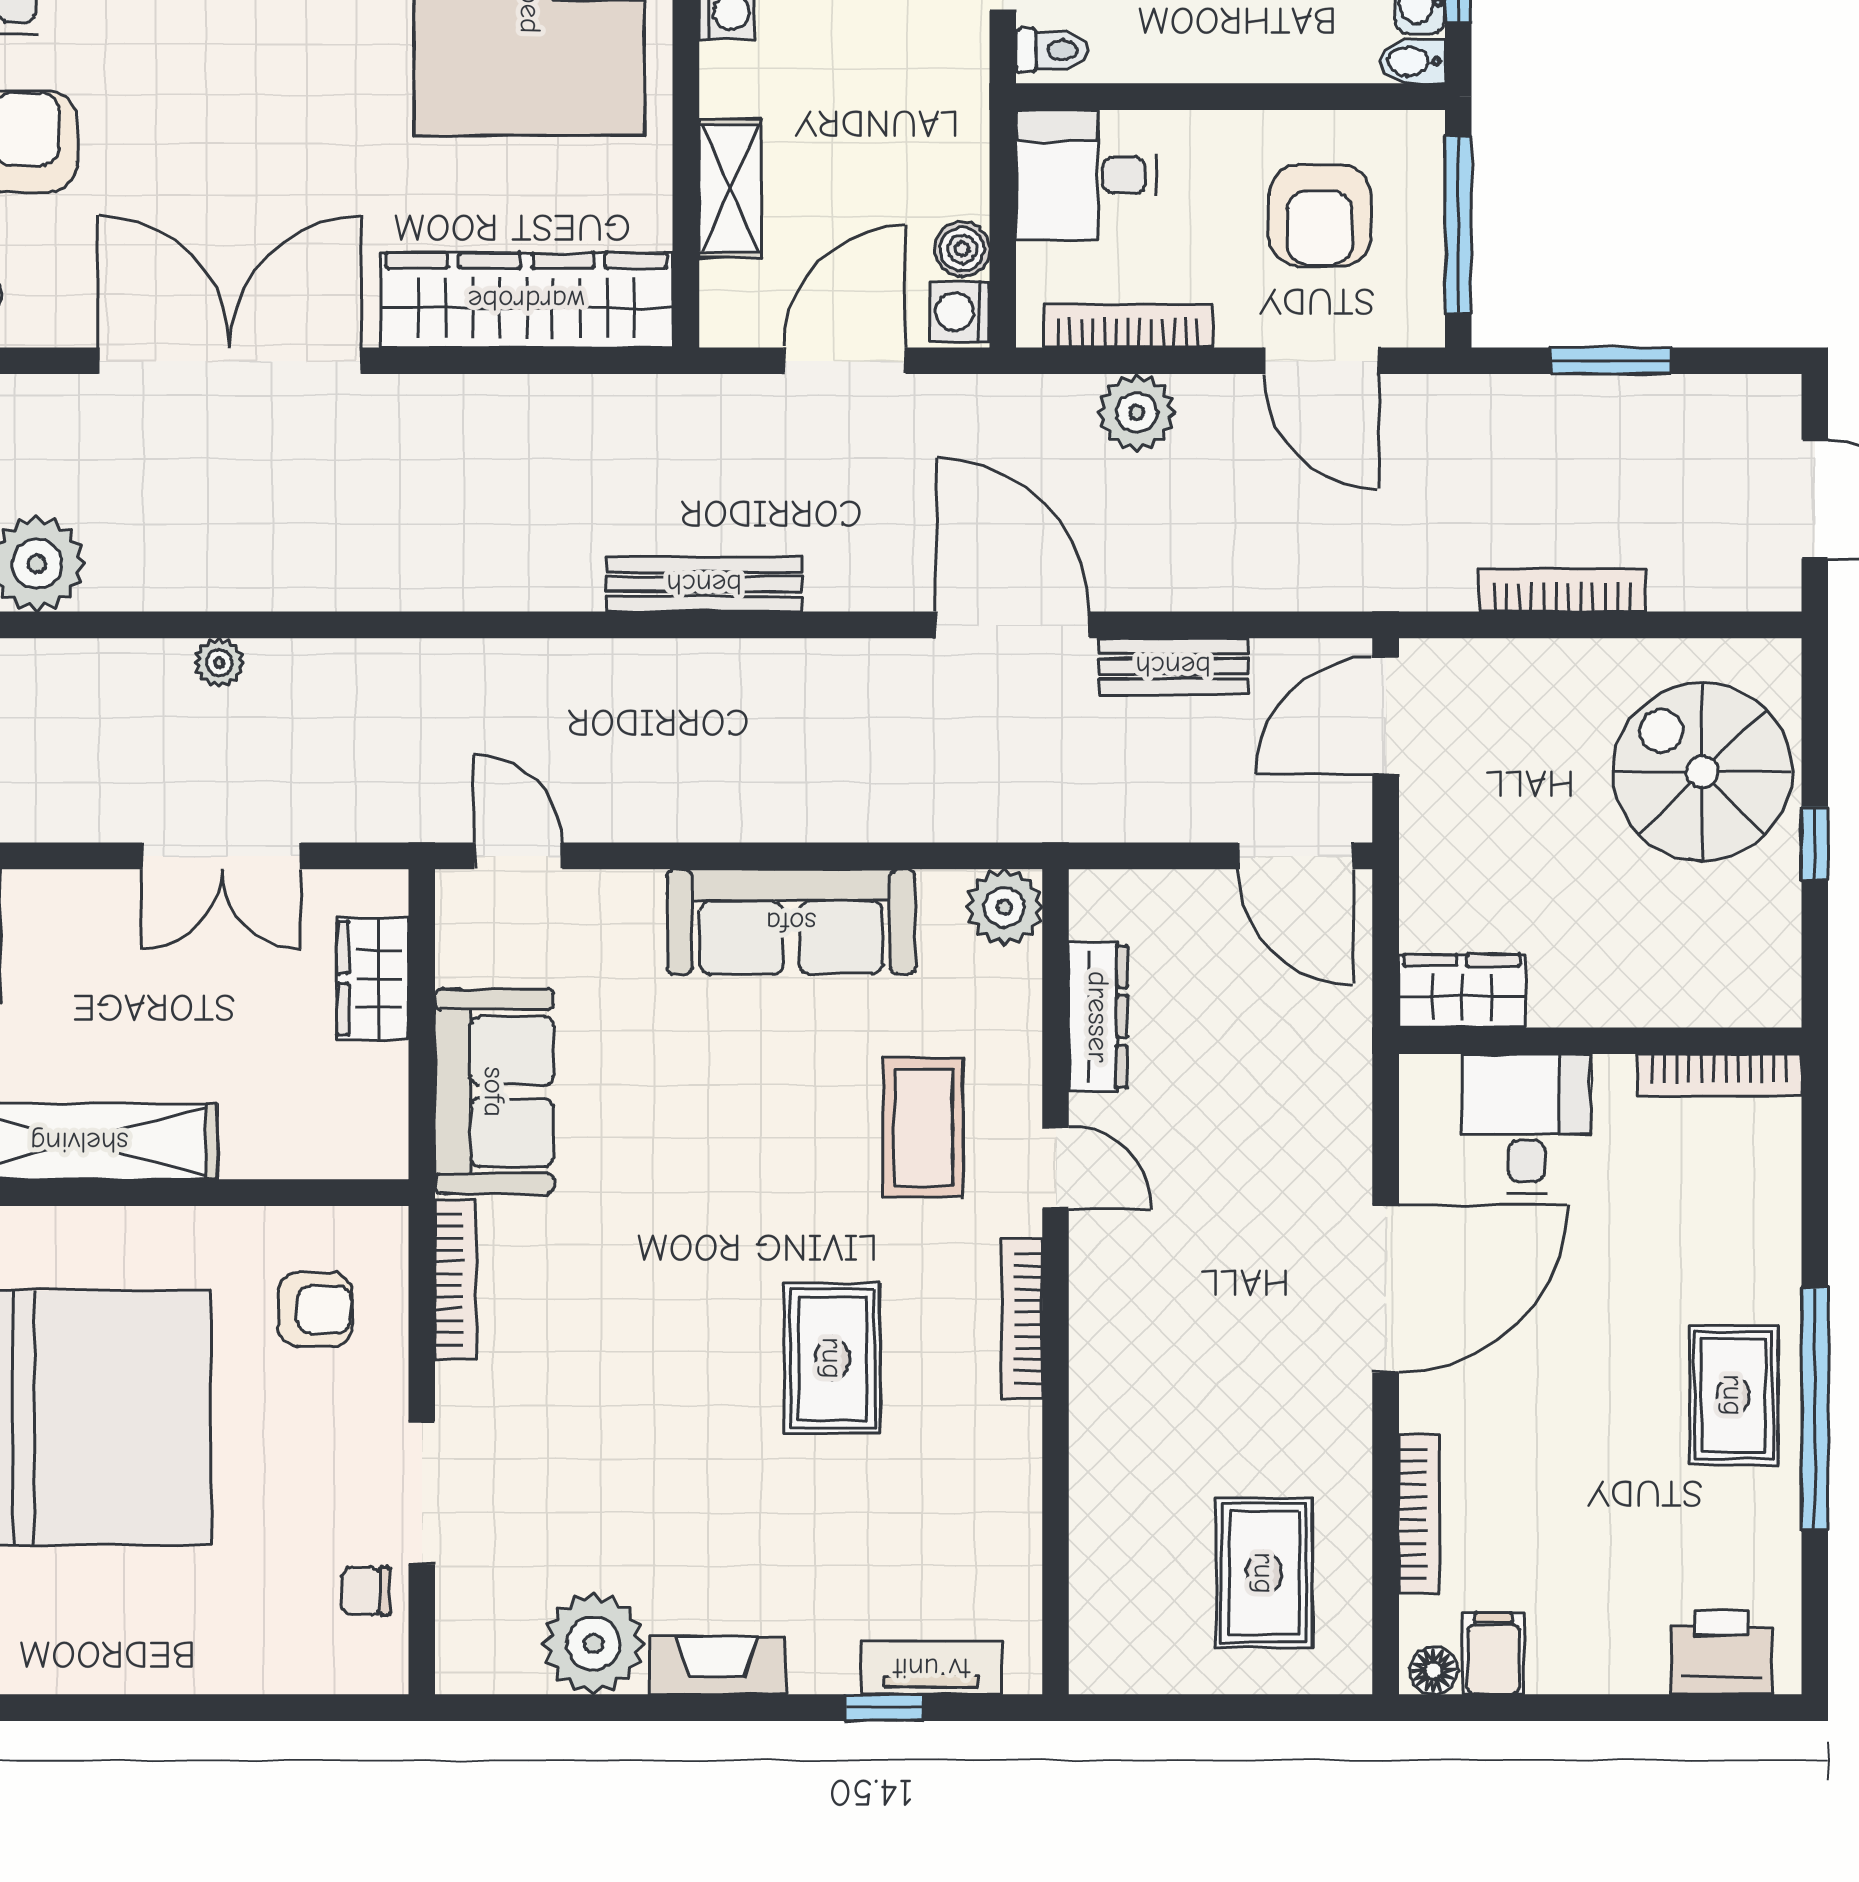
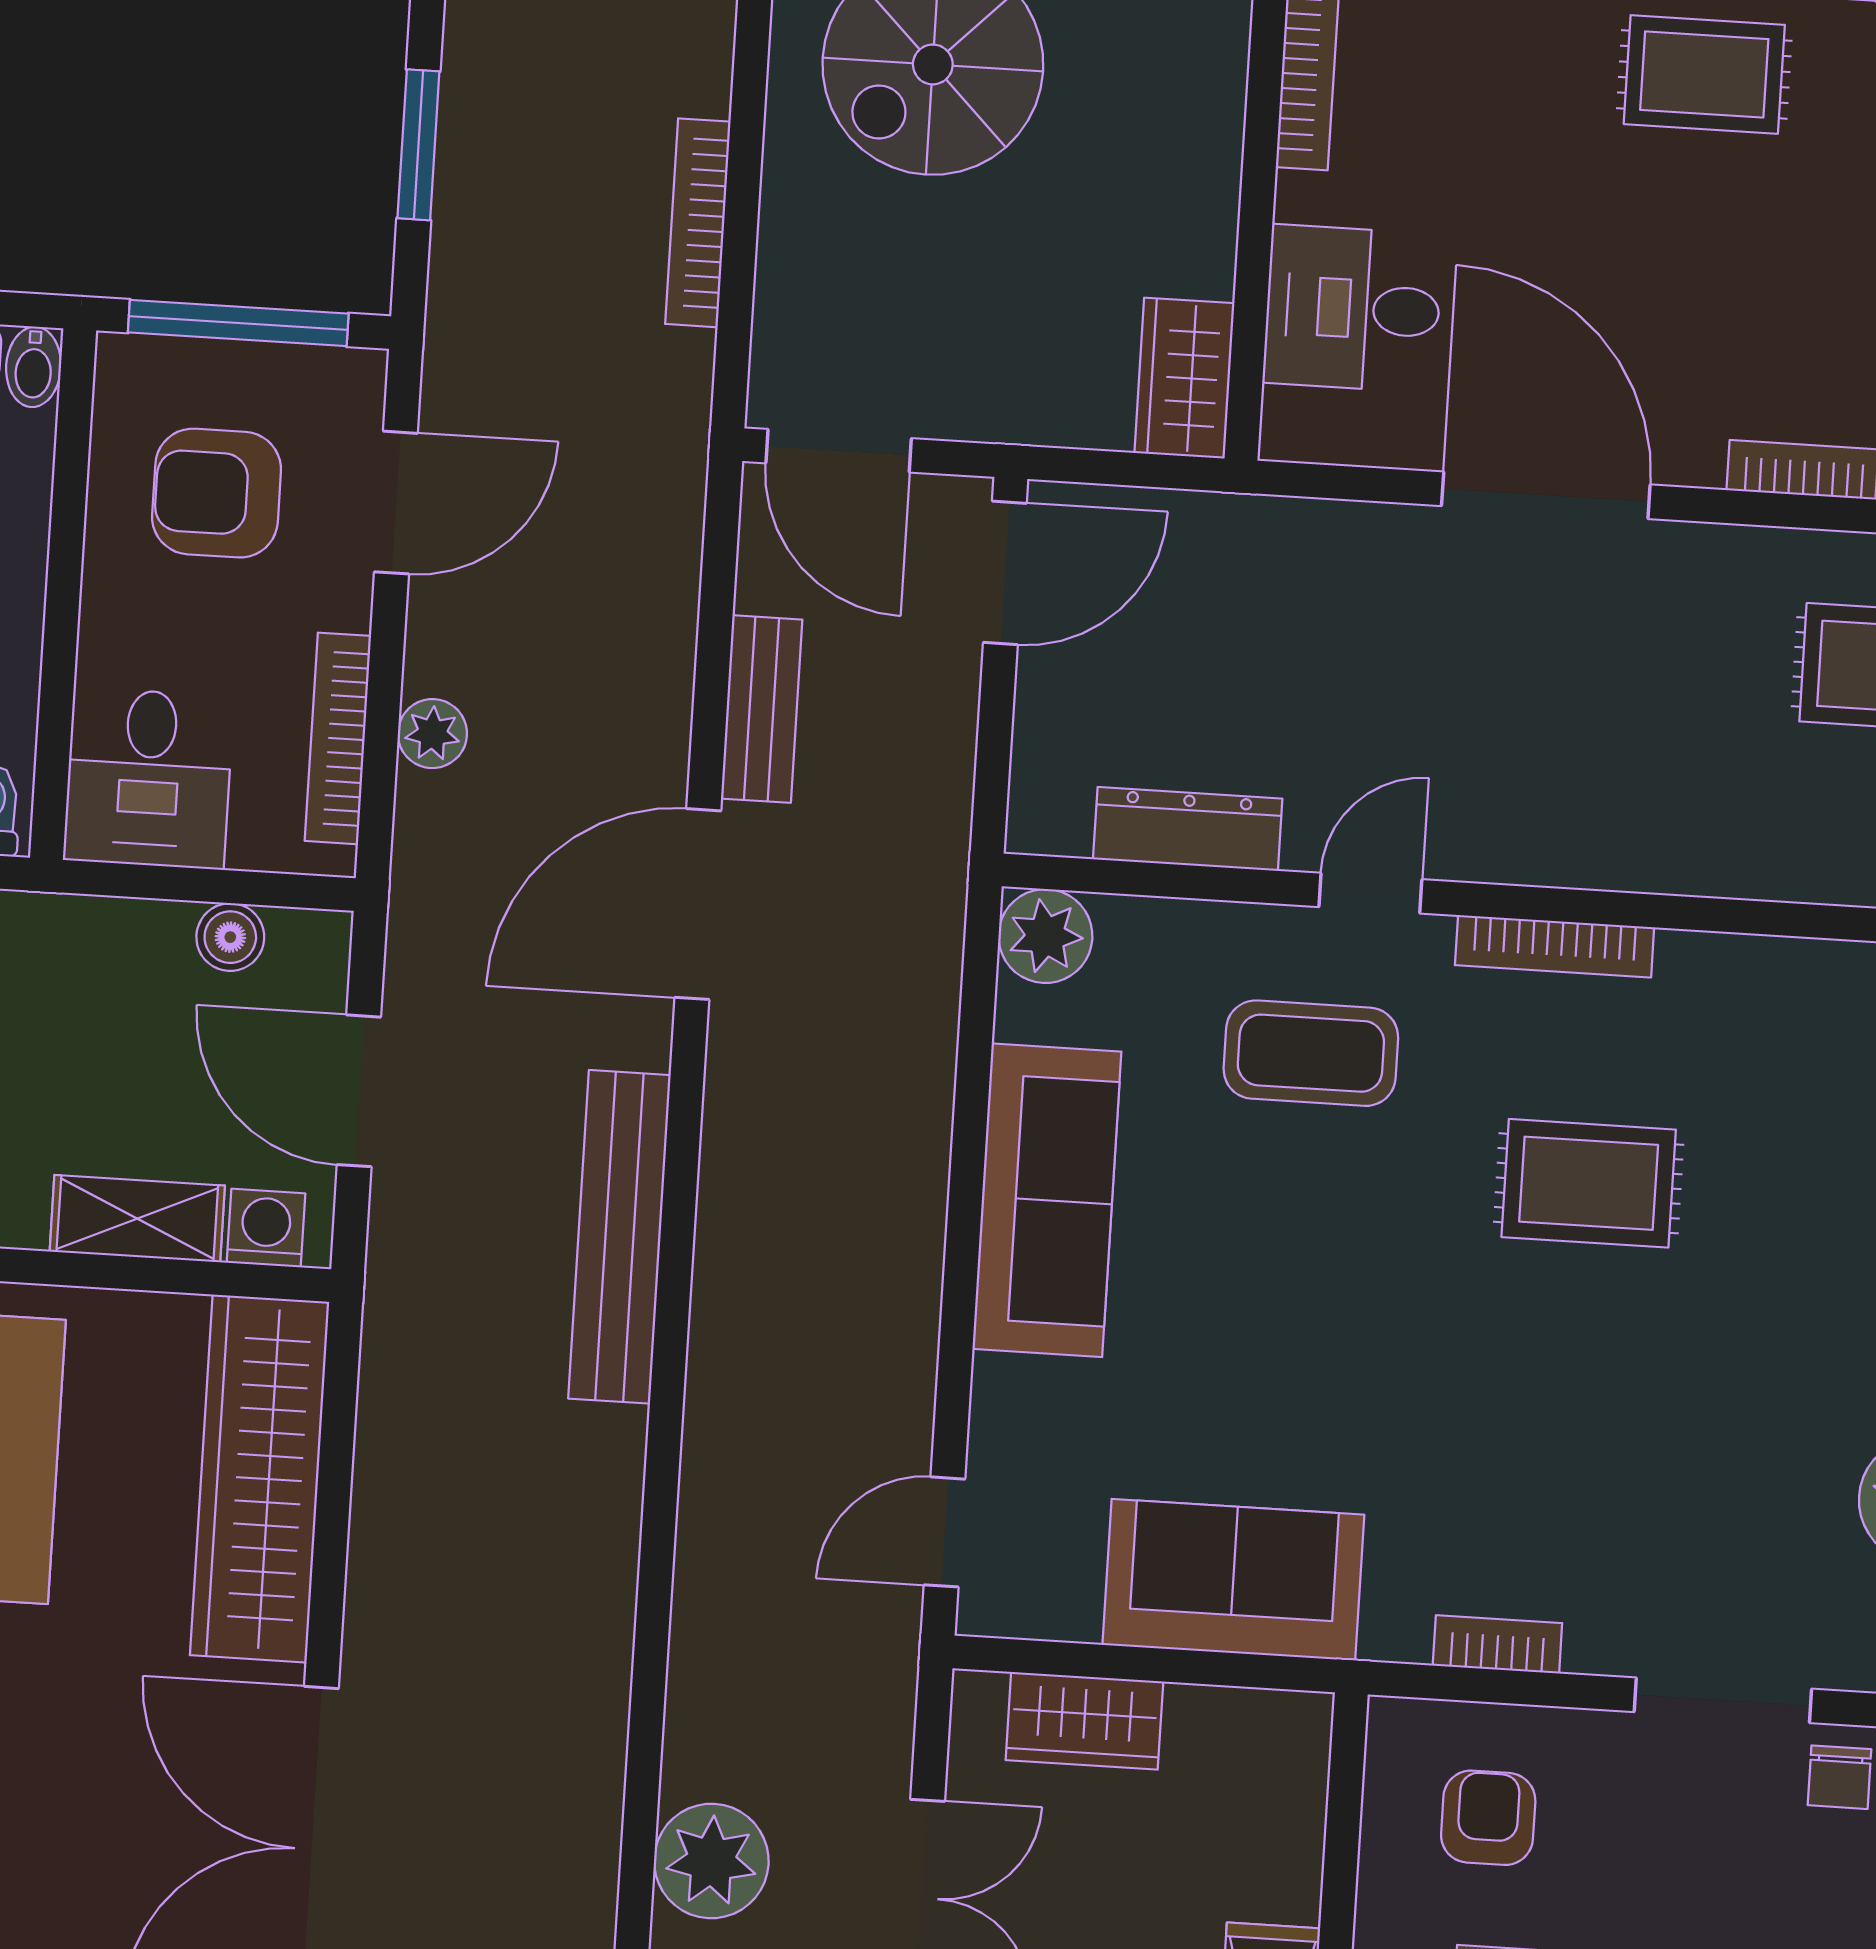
armchair: (1320, 215) -> (217, 493), turned 180
washing machine: (960, 312) -> (266, 1228), moved, turned 180
plant: (1137, 412) -> (432, 734), width x0.73, depth x0.73
bench: (704, 584) -> (619, 1237), width x1.37, depth x1.21
plant: (219, 663) -> (711, 1861), width x1.88, depth x1.88
bookcase: (455, 1279) -> (1497, 1644), width x0.64

